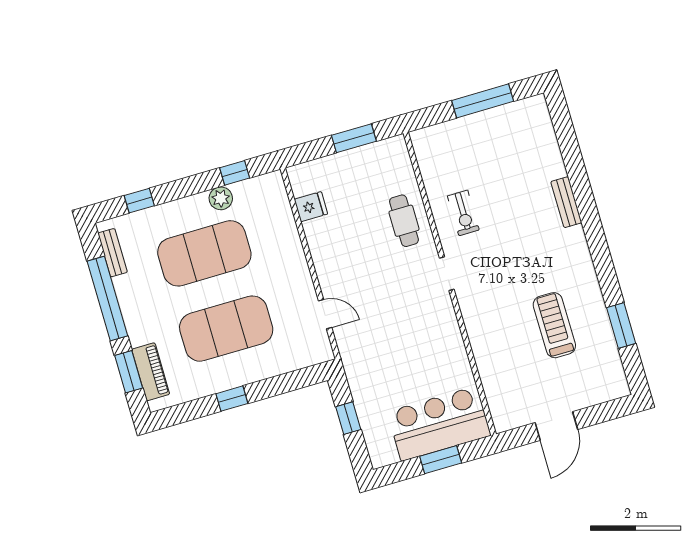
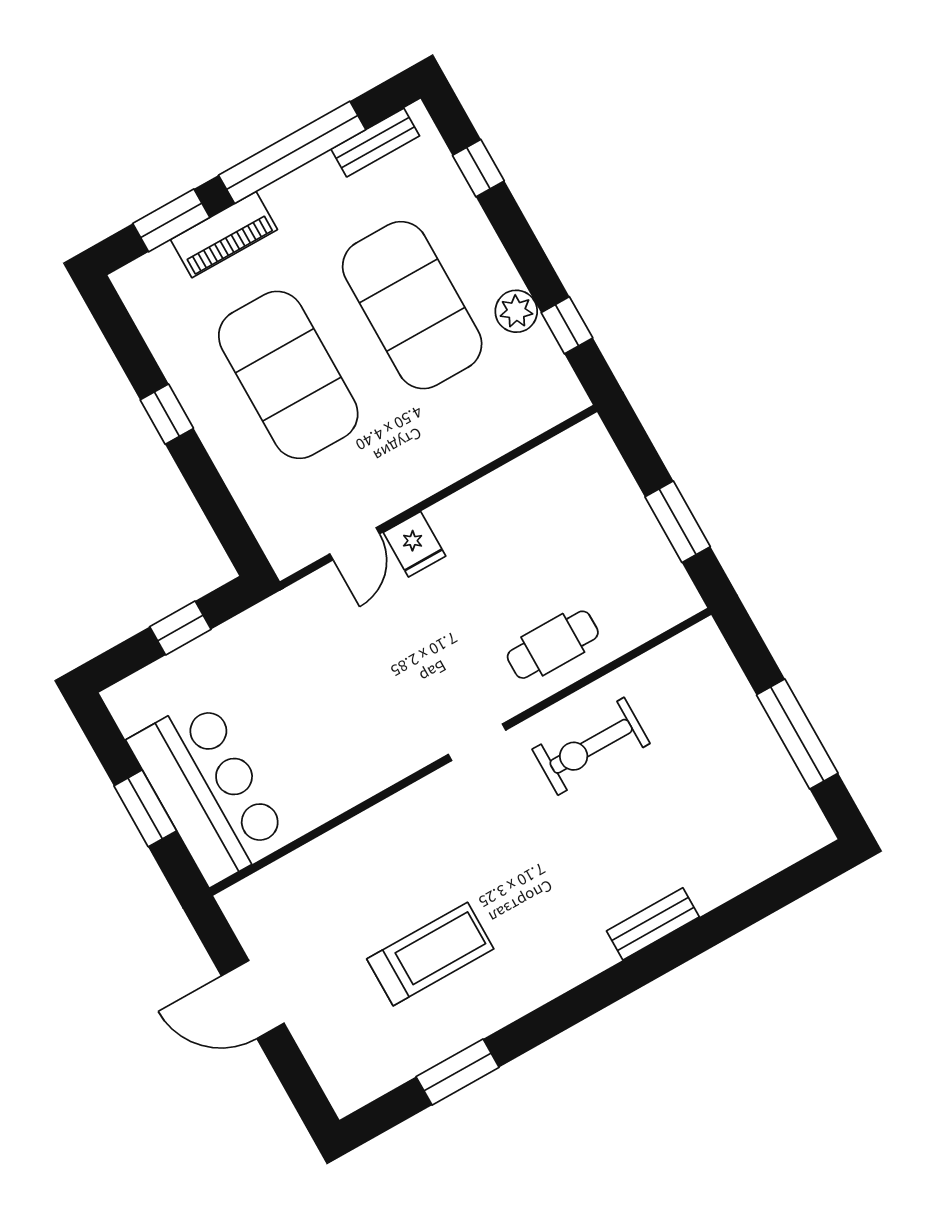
fridge: (311, 207) -> (415, 544), moved
exercise bike: (463, 213) -> (591, 746), width x1.38, depth x1.39
piano: (151, 372) -> (224, 235), moved

